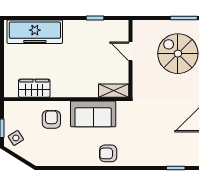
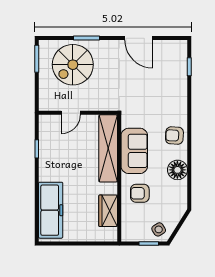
shelving: (114, 91) -> (108, 148), width x2.20, depth x1.33
armchair: (108, 153) -> (174, 136), turned 93
floor lamp: (74, 156) -> (177, 170), added

